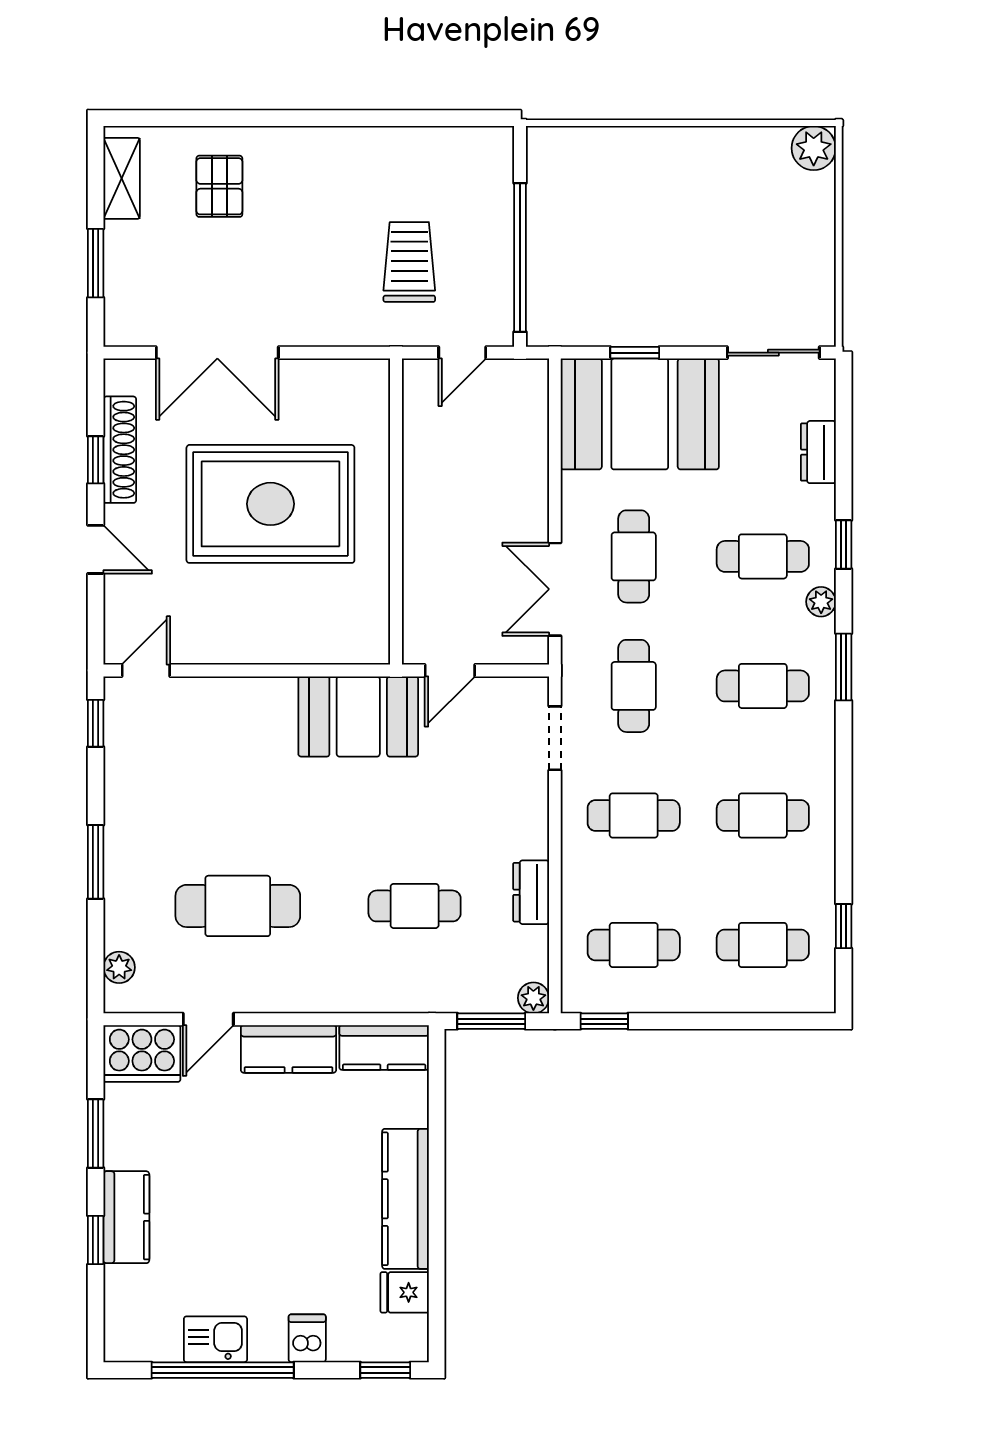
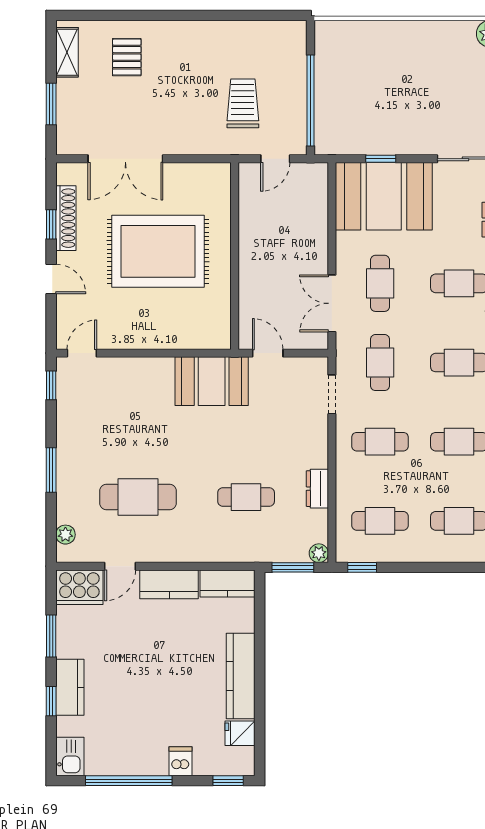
door: (450, 670) -> (268, 353), swing flipped
kitchen sink: (215, 1339) -> (70, 757), moved, turned 90

